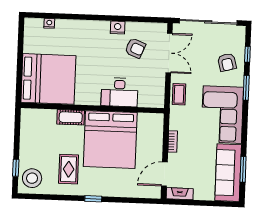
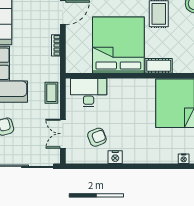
armchair: (135, 48) -> (97, 137), turned 136
double door: (169, 53) -> (63, 134), width x0.73
desk: (119, 92) -> (89, 93), moved

